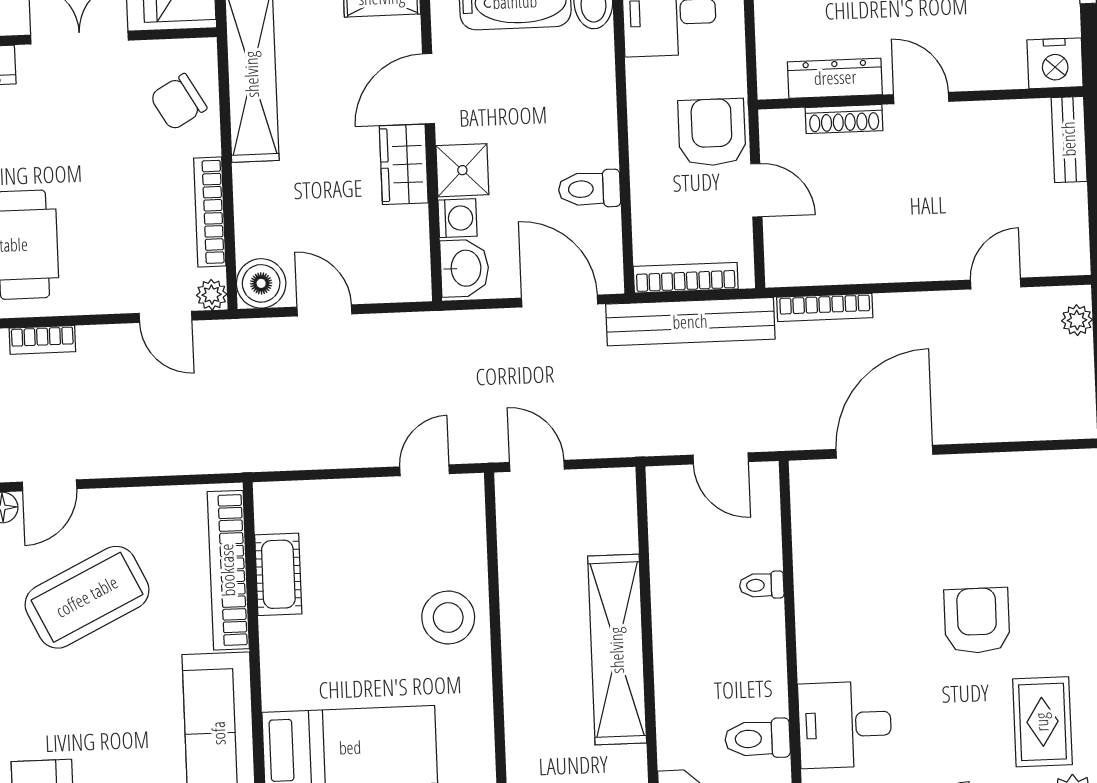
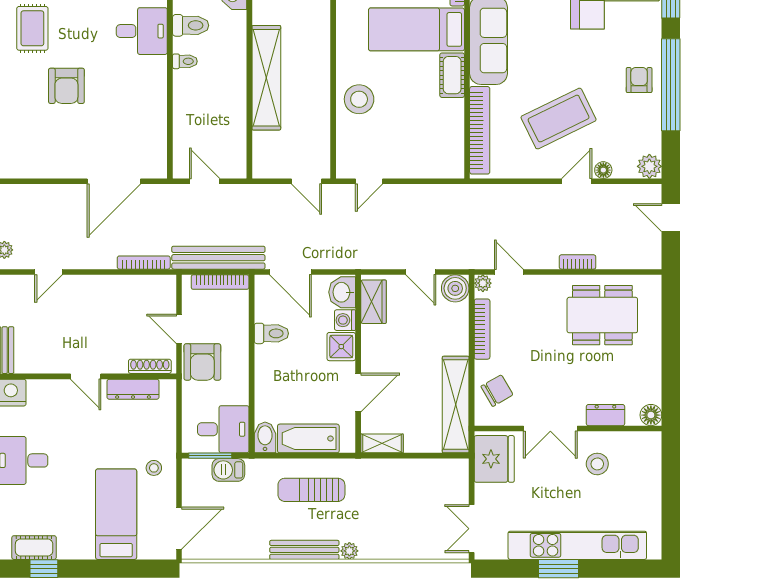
shoe rack: (844, 119) -> (150, 366), moved
wardrobe: (404, 164) -> (374, 302), moved
cot: (278, 574) -> (452, 75), moved
toilet: (762, 585) -> (185, 61), moved

